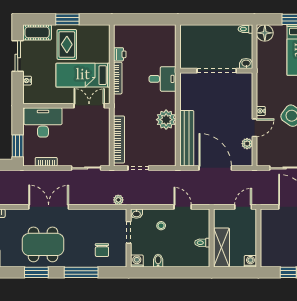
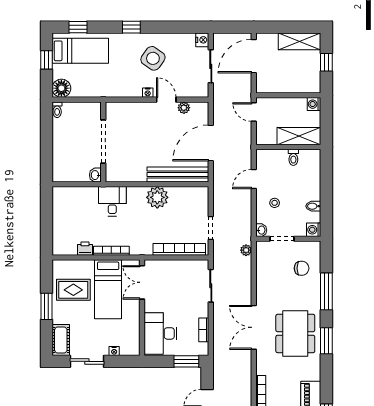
rug: (67, 44) -> (73, 290), moved
washbasin: (246, 64) -> (95, 175), moved

